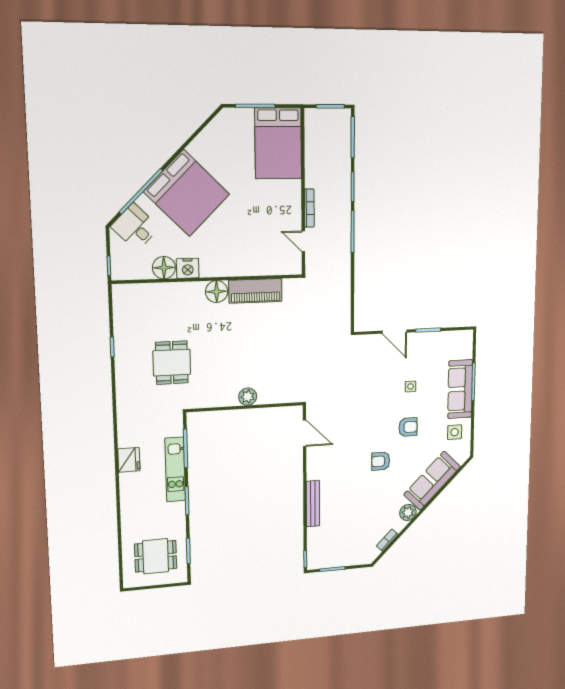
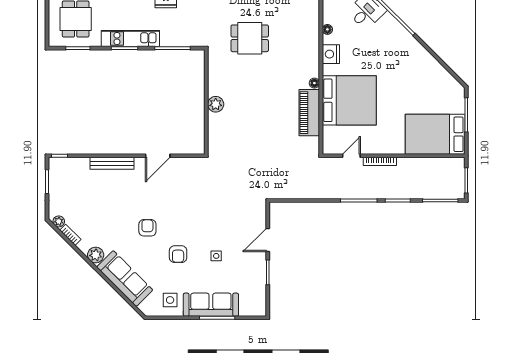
bed: (187, 193) -> (349, 100), moved, turned -135
floor lamp: (164, 268) -> (327, 29), width x0.53, depth x0.53
floor lamp: (217, 292) -> (314, 83), width x0.53, depth x0.53
door: (304, 433) -> (158, 156), moved
kitchen unit: (175, 469) -> (130, 39), moved
plant: (373, 553) -> (59, 221), added

